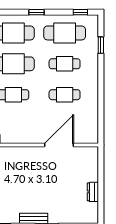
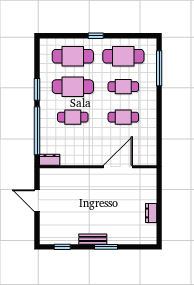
window: (80, 12) -> (139, 36), removed
window: (101, 45) -> (159, 68), width x2.17

